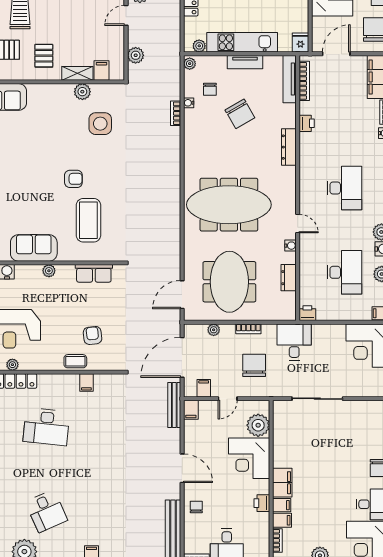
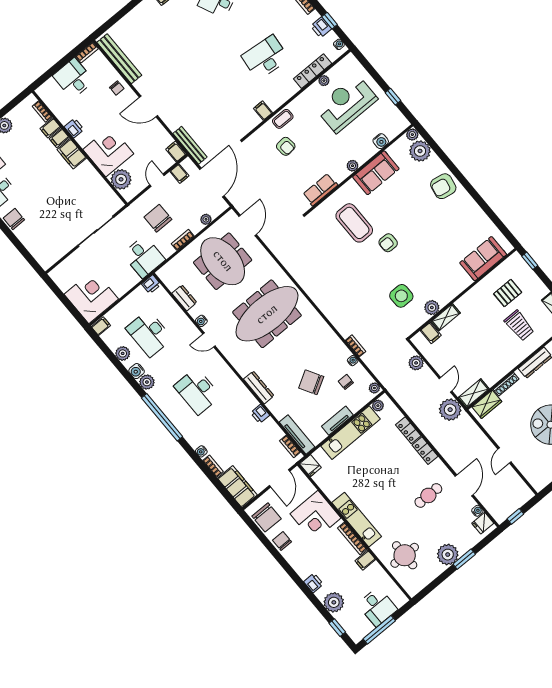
pallet: (44, 56) -> (479, 310), removed
bookcase: (304, 81) -> (290, 446), width x0.64
chair: (254, 365) -> (158, 218), turned 180

